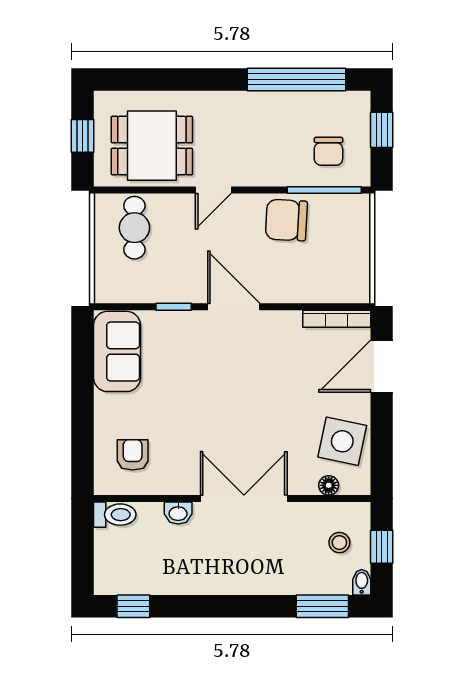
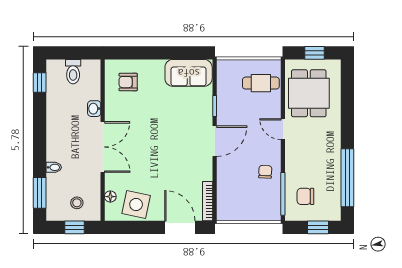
chair: (286, 220) -> (265, 172), width x0.54, depth x0.54
armchair: (133, 455) -> (128, 82), turned 180
toilet: (115, 515) -> (73, 72), moved
bidet: (362, 582) -> (54, 167), moved

